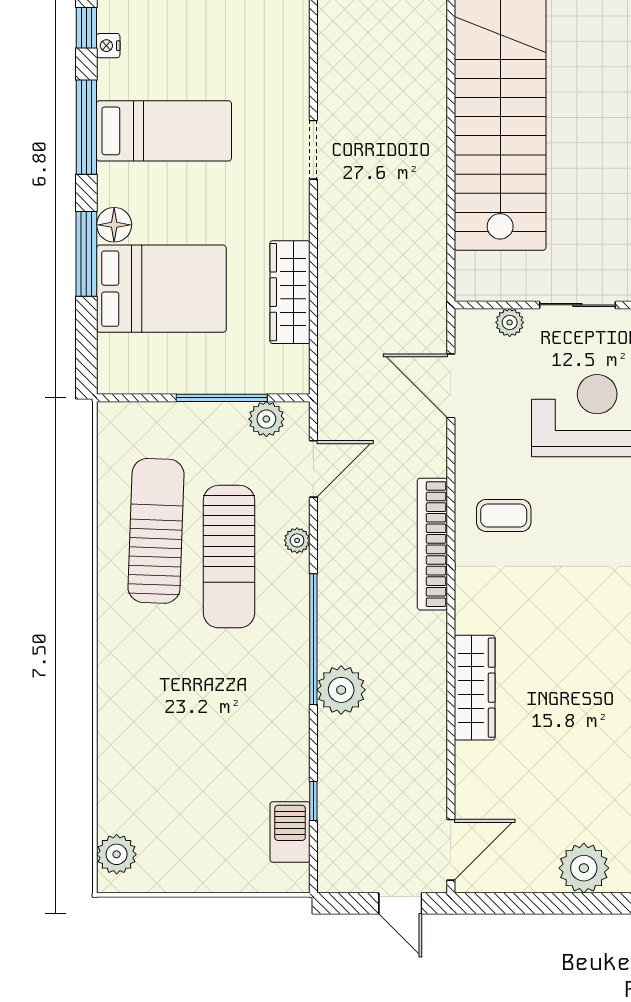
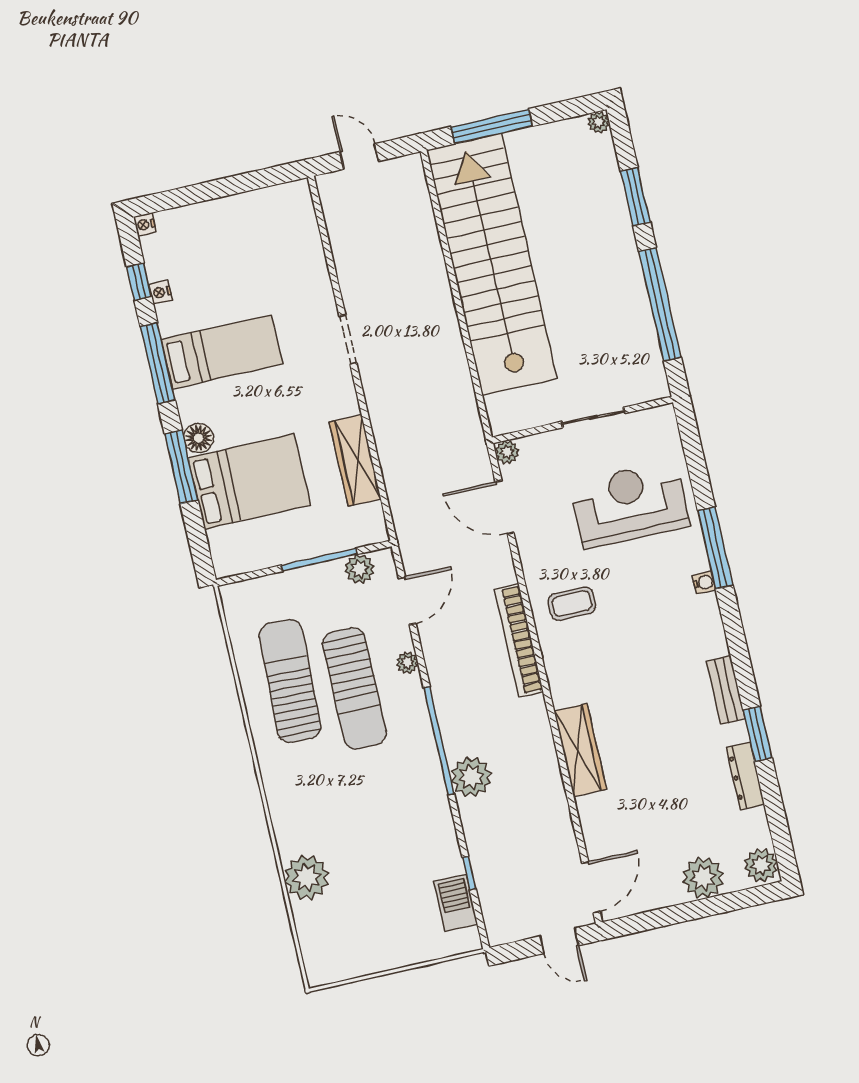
plant: (510, 322) -> (507, 452), moved
plant: (117, 854) -> (307, 877), moved, width x1.36, depth x1.36

